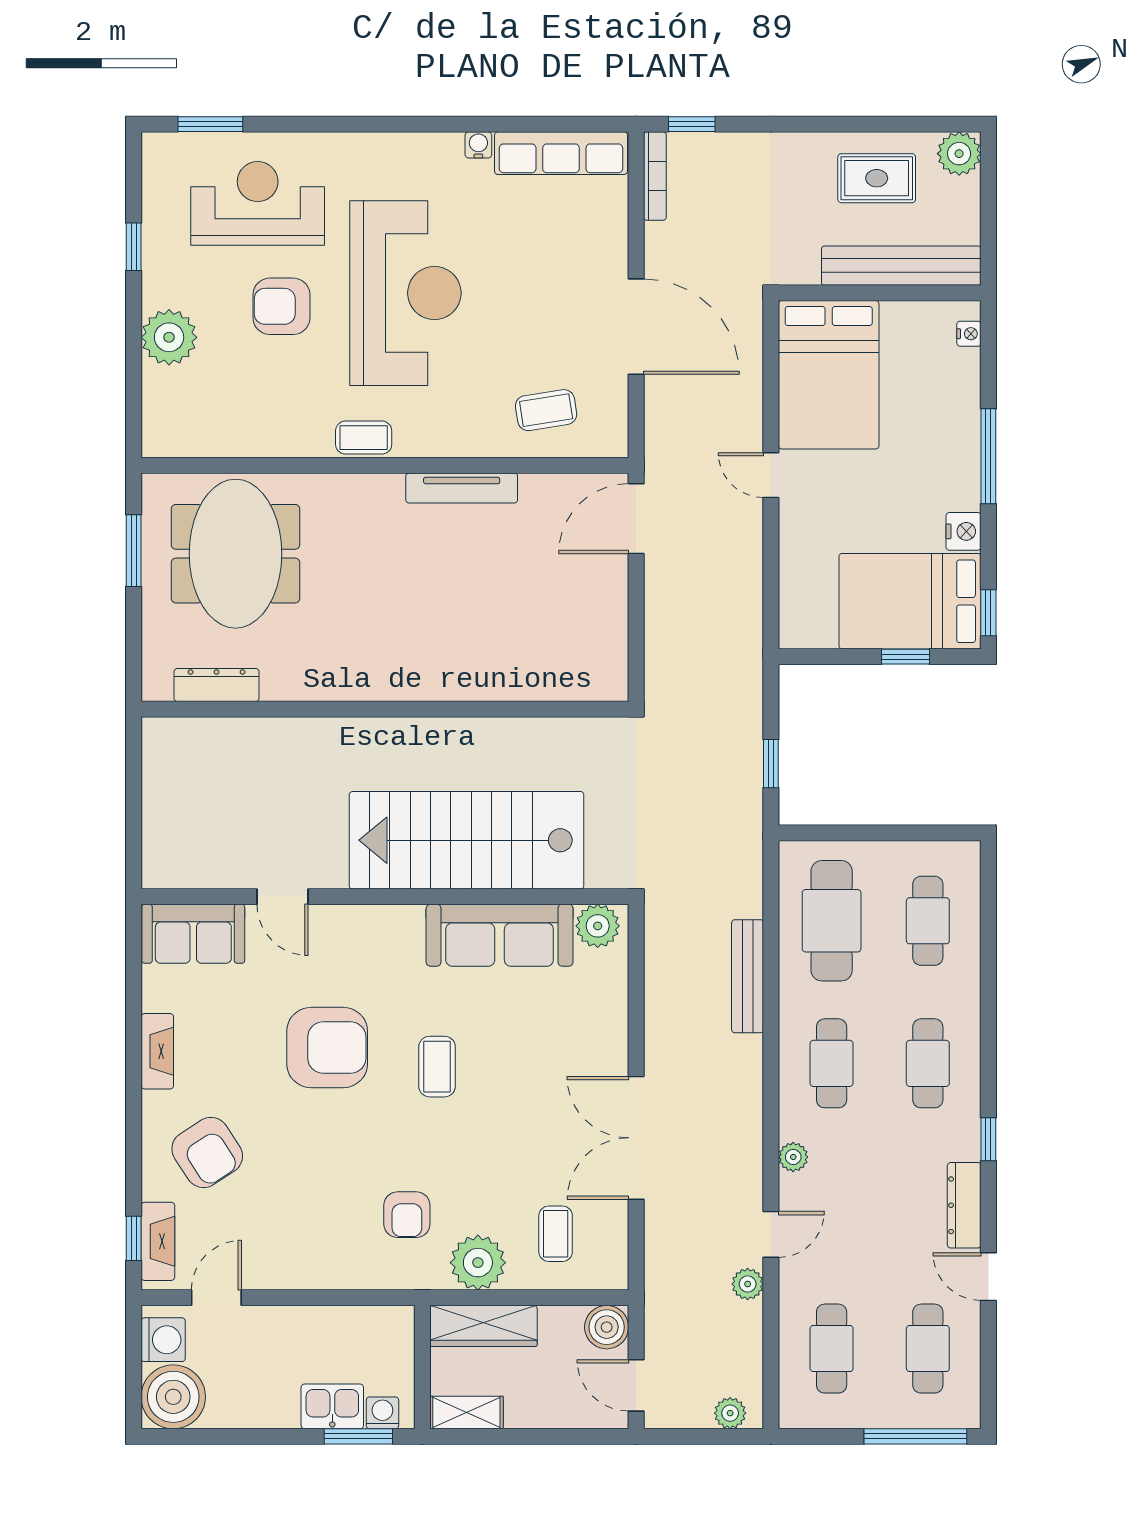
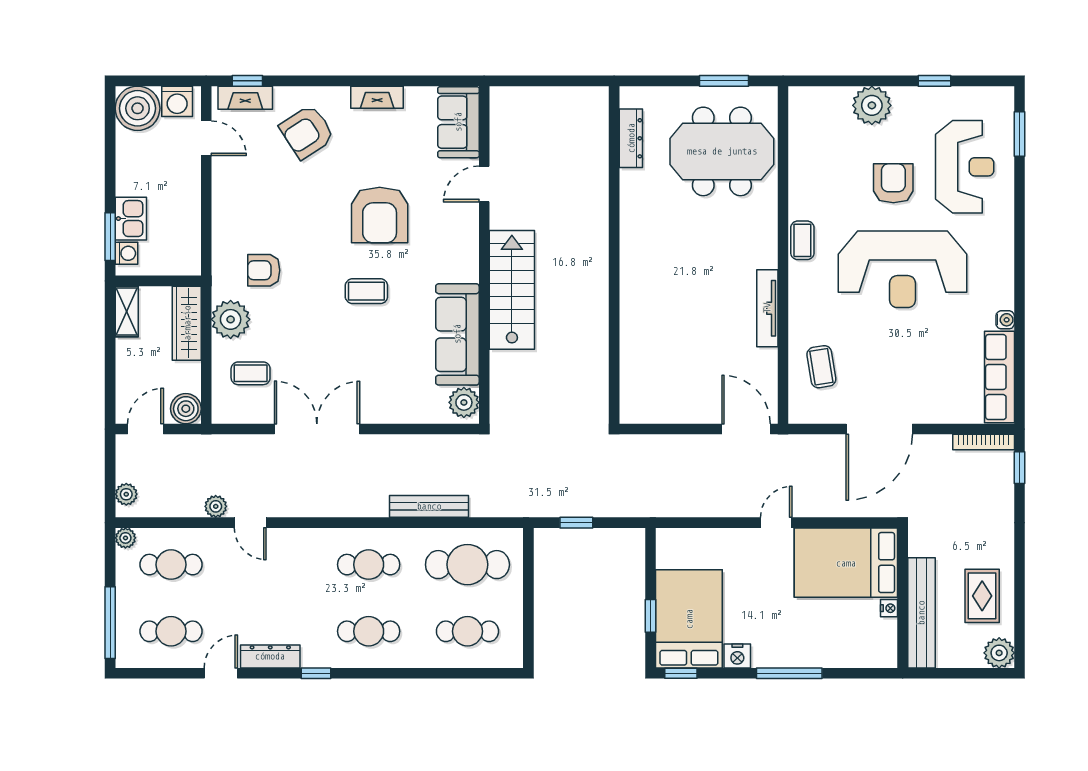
nightstand: (969, 334) -> (889, 608), moved, turned -90
stairs: (467, 840) -> (512, 290), width x0.73, depth x0.66
plant: (793, 1157) -> (125, 538), moved

